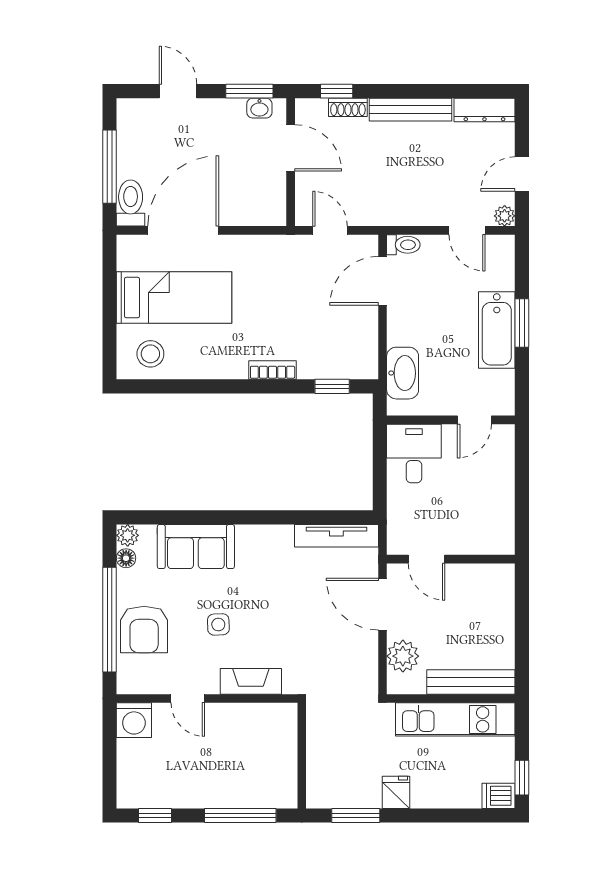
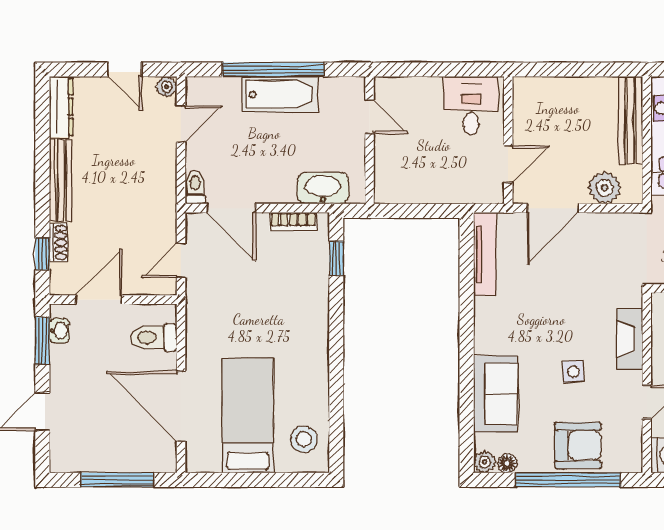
toilet: (131, 203) -> (154, 338), moved
window: (522, 323) -> (273, 69), width x2.11
bookcase: (273, 370) -> (293, 222), moved, turned -90
desk: (414, 453) -> (471, 106), moved, turned 90

